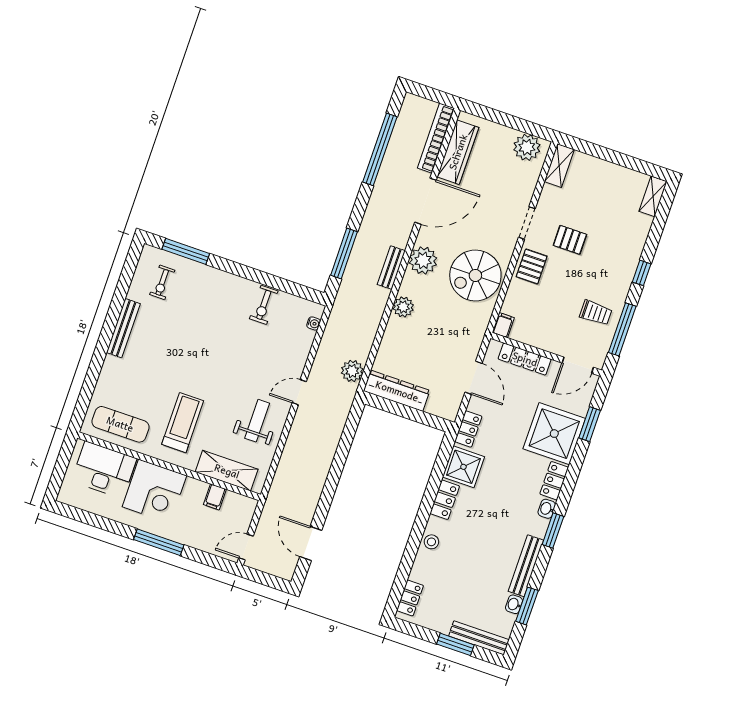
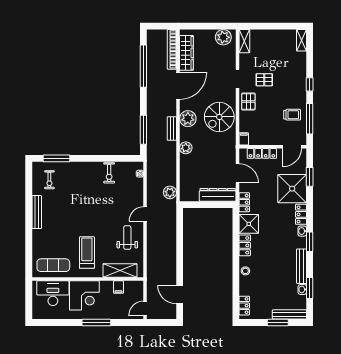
dresser: (397, 391) -> (218, 195), moved

